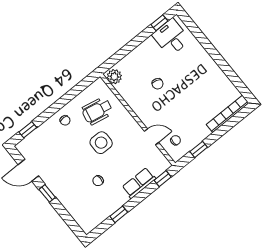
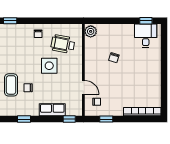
coffee table: (79, 191) -> (11, 85), added

